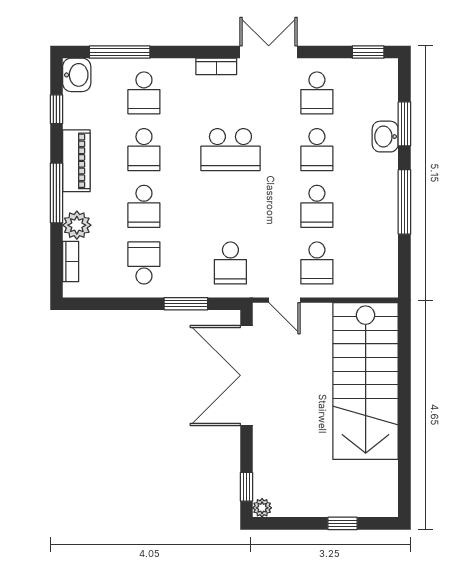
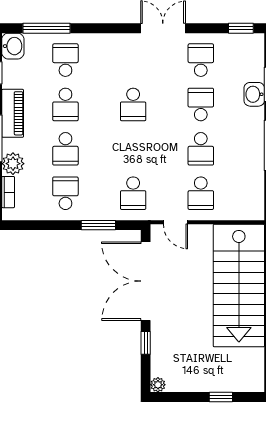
bookcase: (216, 66) -> (122, 39), removed
school desk: (144, 93) -> (65, 60), turned 180
school desk: (317, 93) -> (201, 60), turned 180
school desk: (230, 150) -> (133, 104), width x0.54
school desk: (317, 150) -> (201, 104), turned 180
window: (246, 487) -> (146, 343), moved

